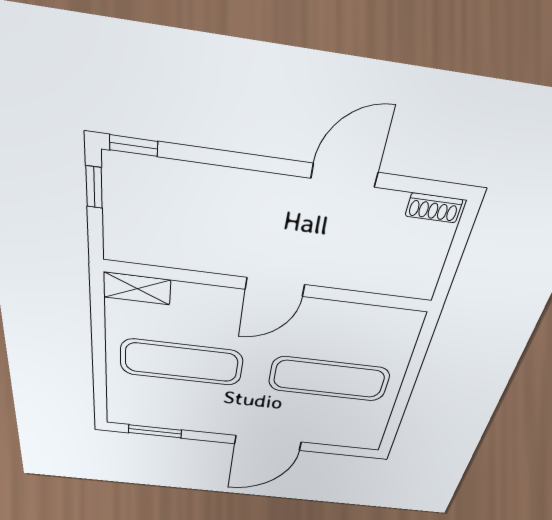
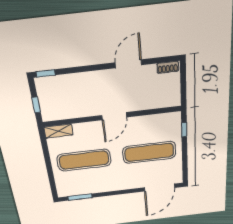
window: (94, 187) -> (36, 105), moved
window: (420, 351) -> (184, 130), added
door: (268, 443) -> (160, 188), moved

